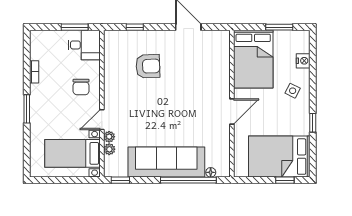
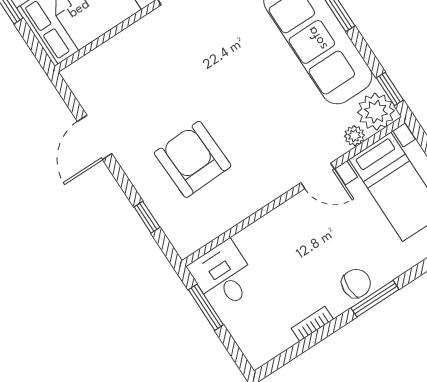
armchair: (148, 66) -> (193, 159), width x1.36, depth x1.36
chair: (81, 87) -> (356, 283), moved
plant: (109, 137) -> (376, 112), moved, width x1.87, depth x1.87

